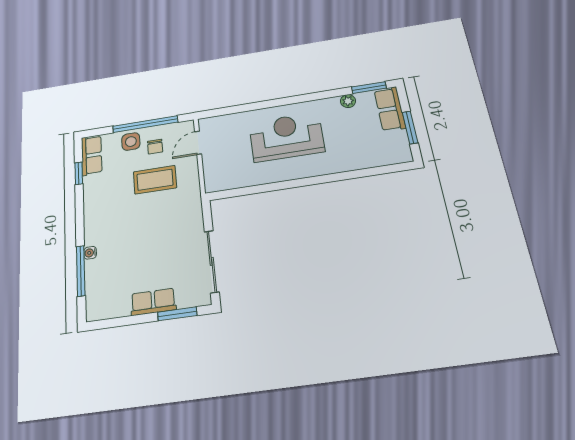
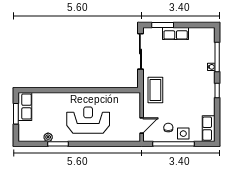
window: (369, 88) -> (58, 144), moved
row of seats: (390, 109) -> (25, 107), moved
reception desk: (286, 137) -> (88, 120), turned 180
window: (79, 173) -> (217, 91), moved
coffee table: (155, 180) -> (155, 90), moved, turned 90

